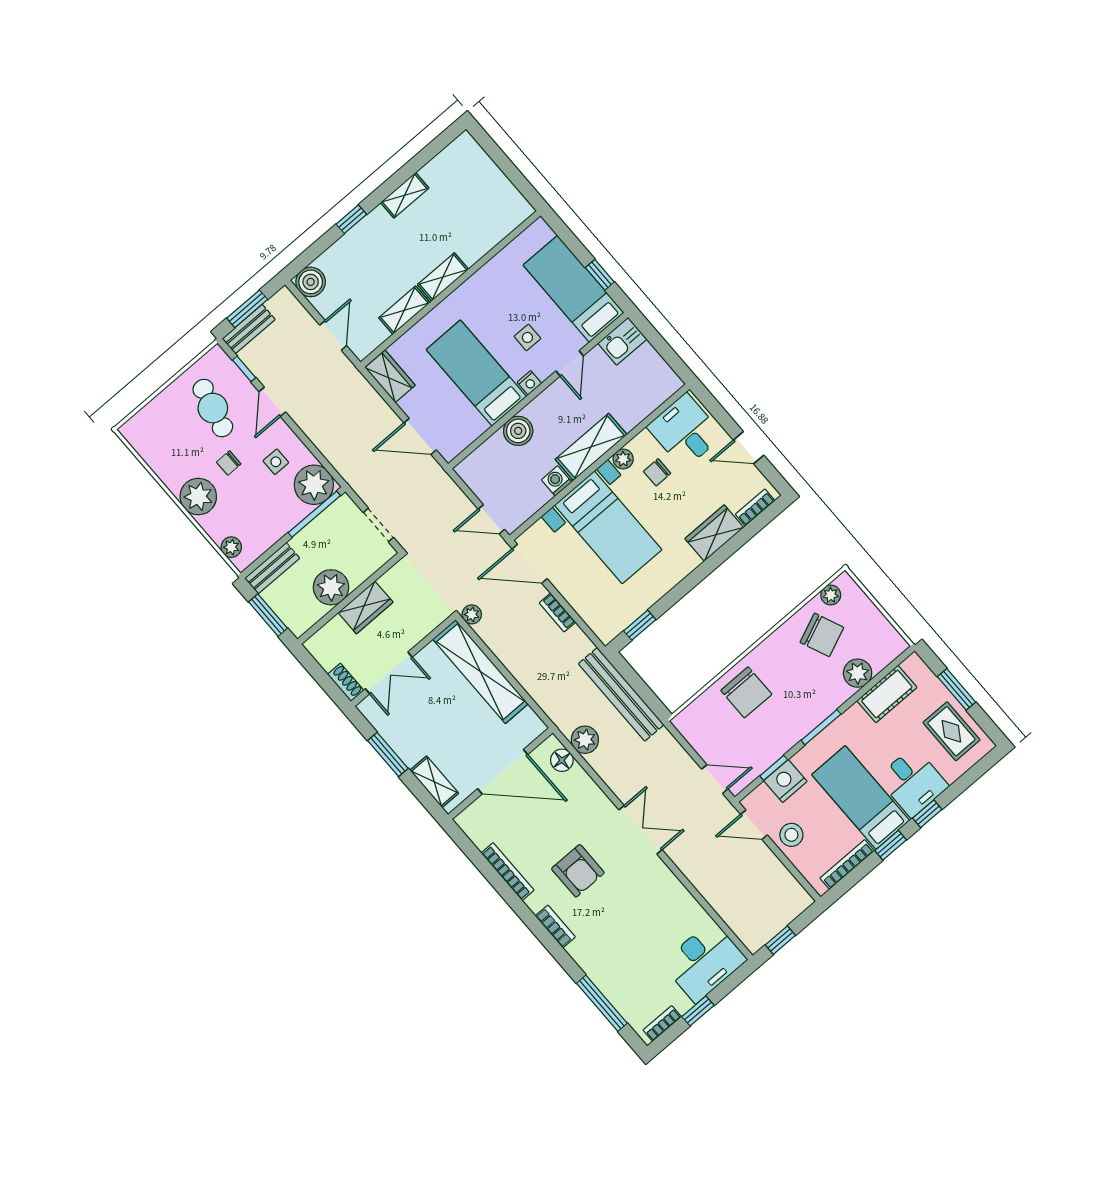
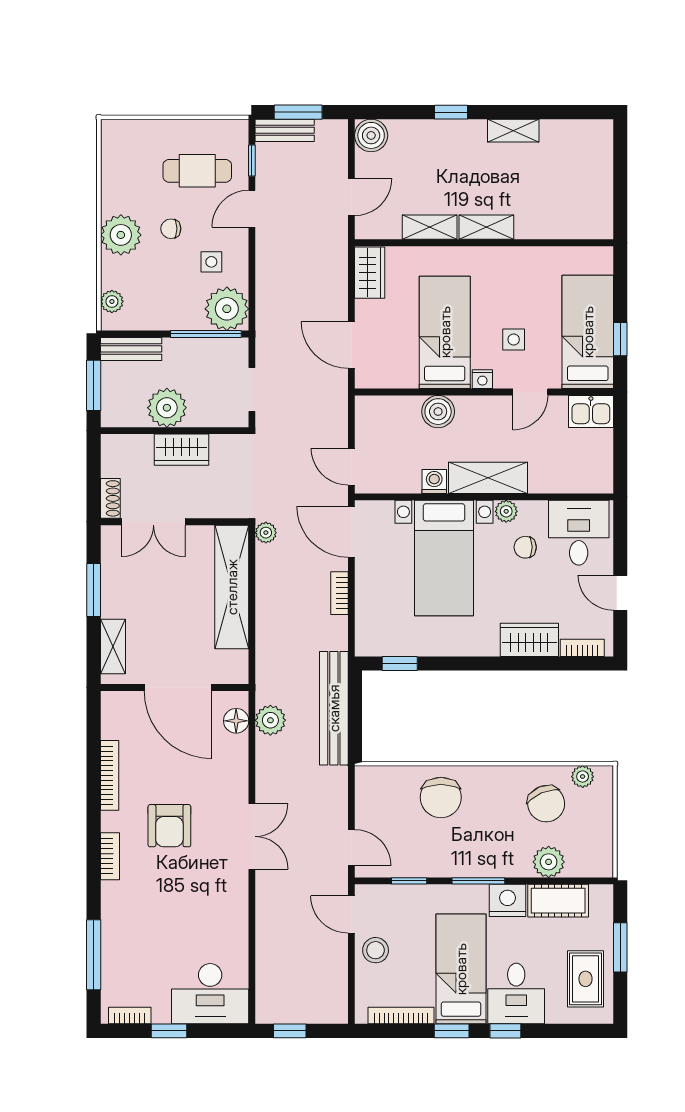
cafe table: (213, 408) -> (197, 171), turned 76
nightstand: (785, 781) -> (507, 900), moved

